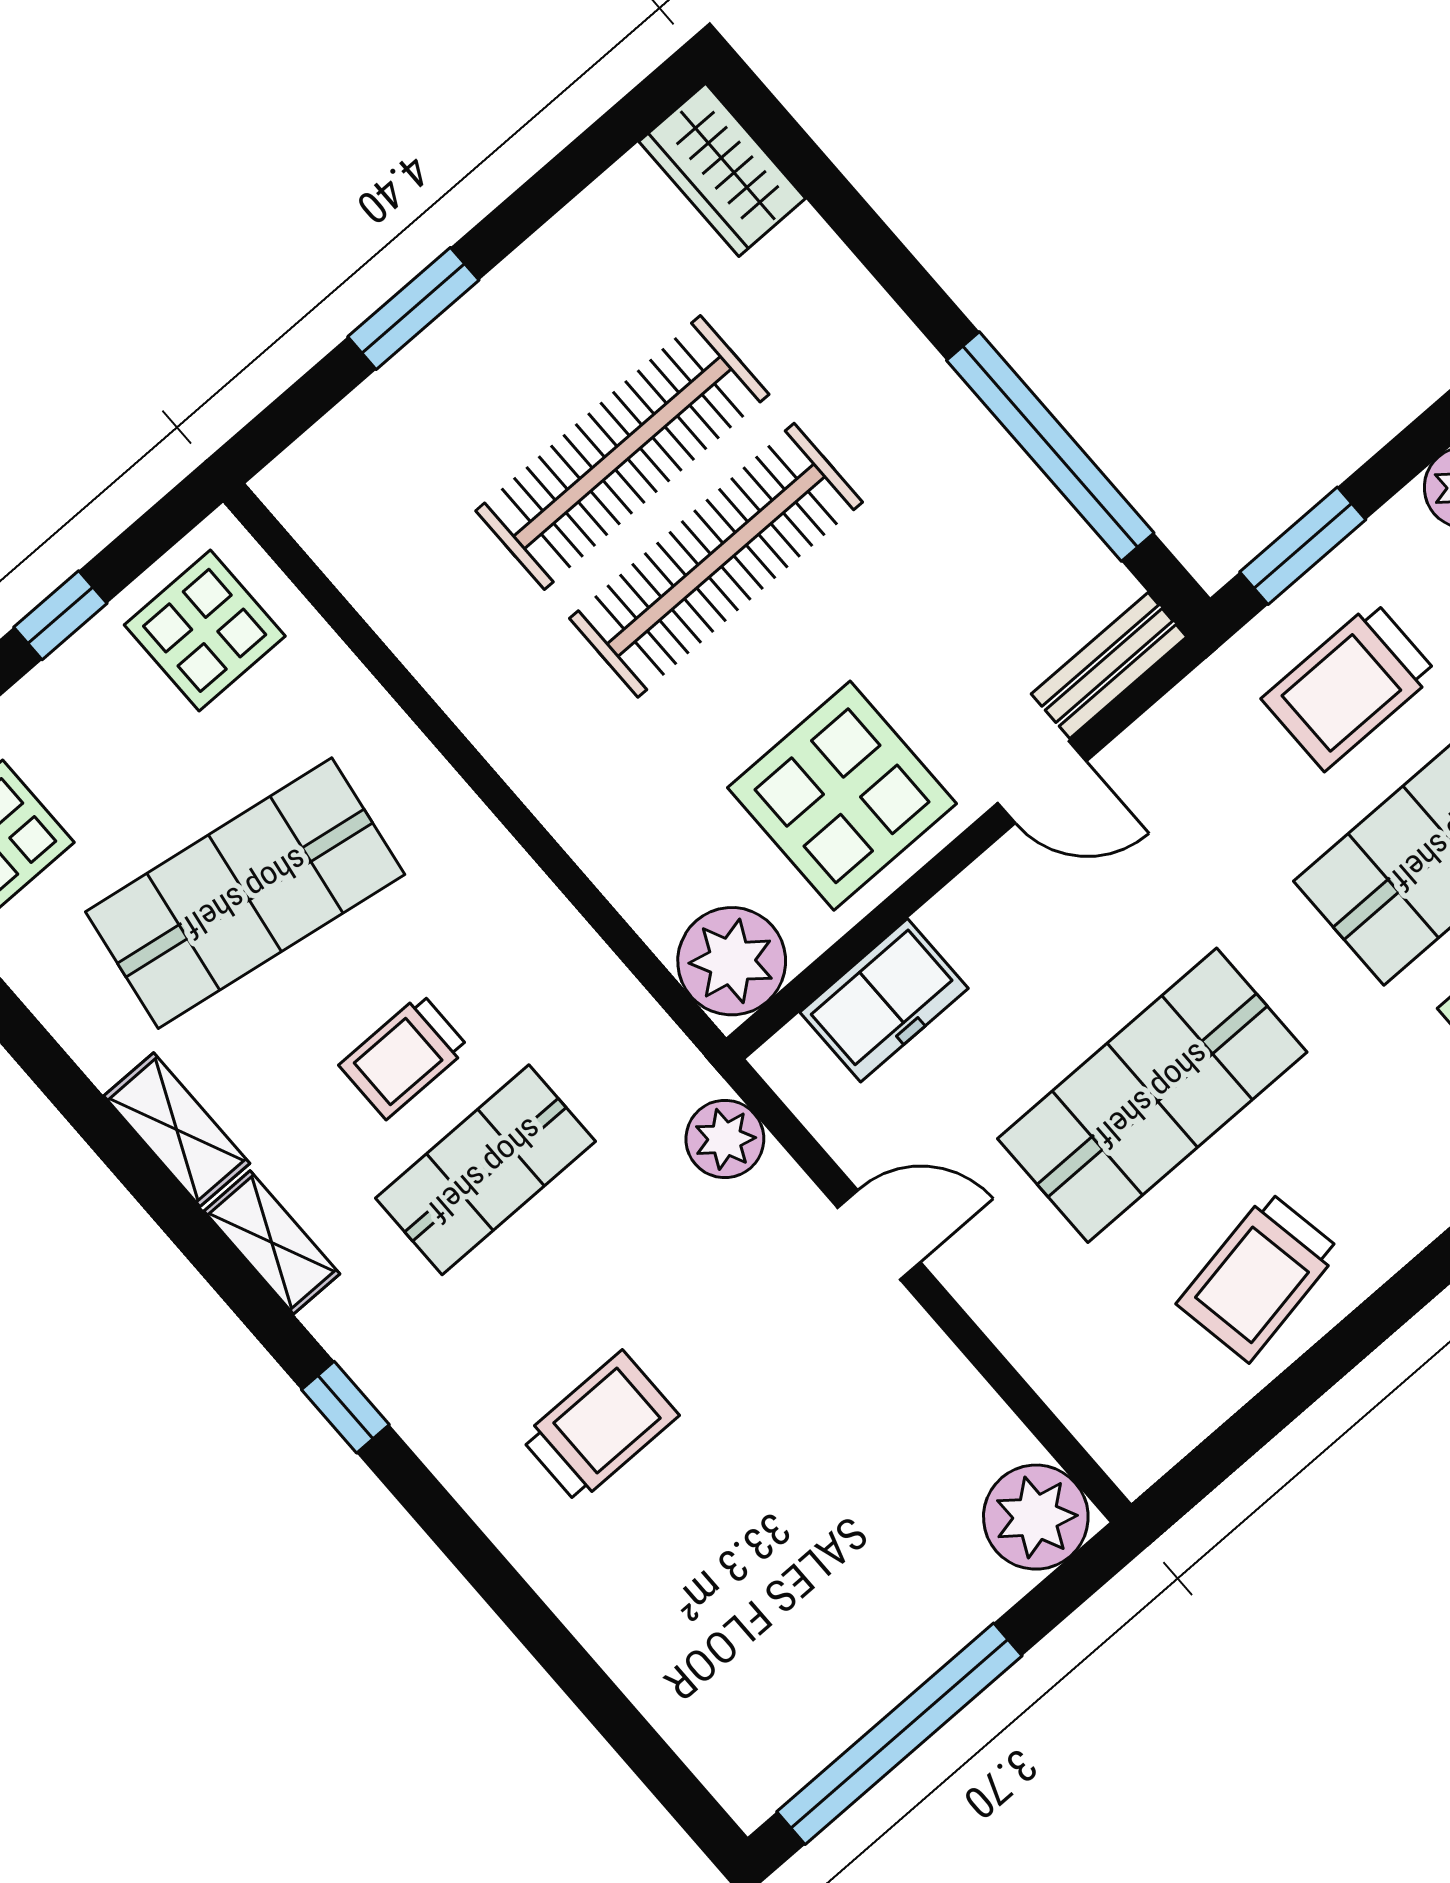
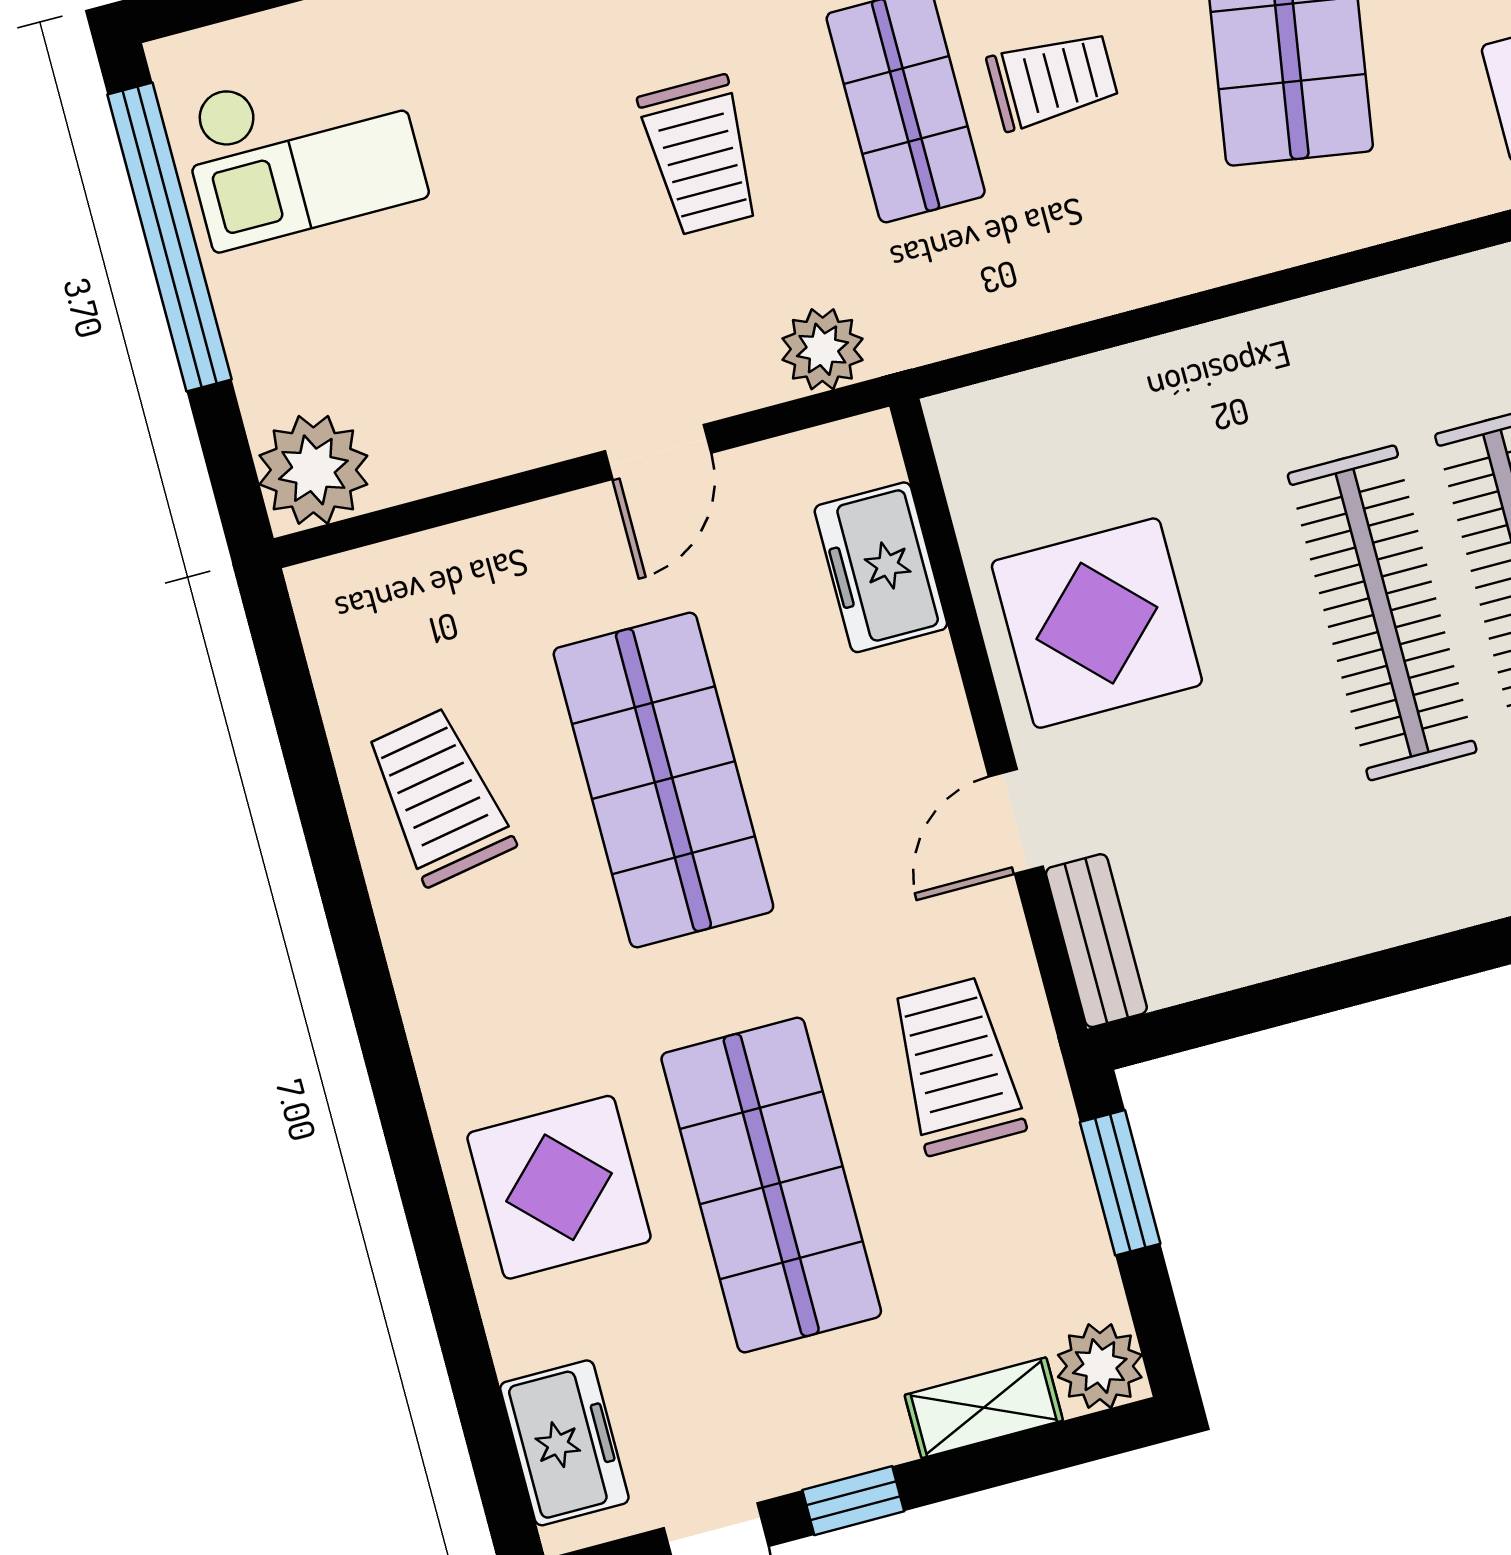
window: (1050, 447) -> (1334, 987), removed
trolley: (1349, 686) -> (957, 1066), moved
plant: (732, 961) -> (990, 439), removed
trolley: (404, 1056) -> (1053, 80), turned 90
trolley: (600, 1427) -> (700, 155), moved
checkout: (771, 1658) -> (302, 150), added

